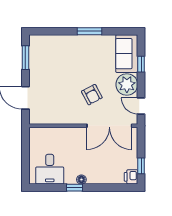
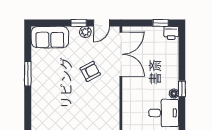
window: (141, 64) -> (79, 23), moved
plant: (127, 85) -> (85, 32), width x0.53, depth x0.53
floor lamp: (81, 180) -> (174, 94), moved

